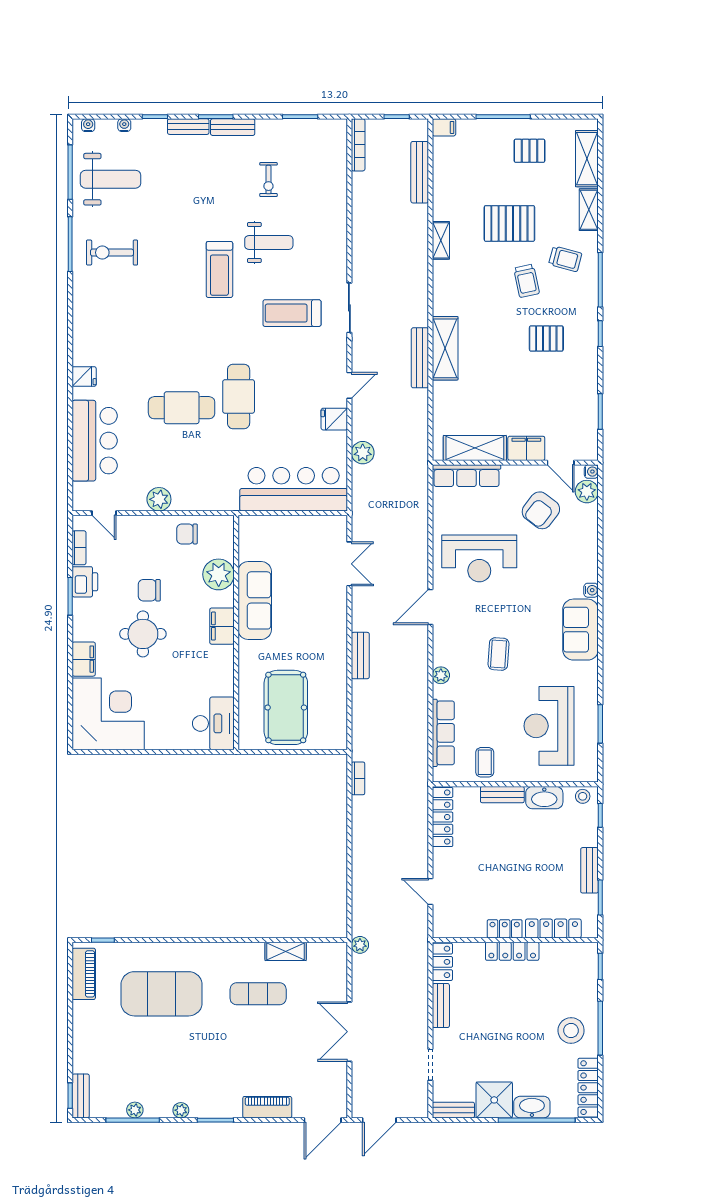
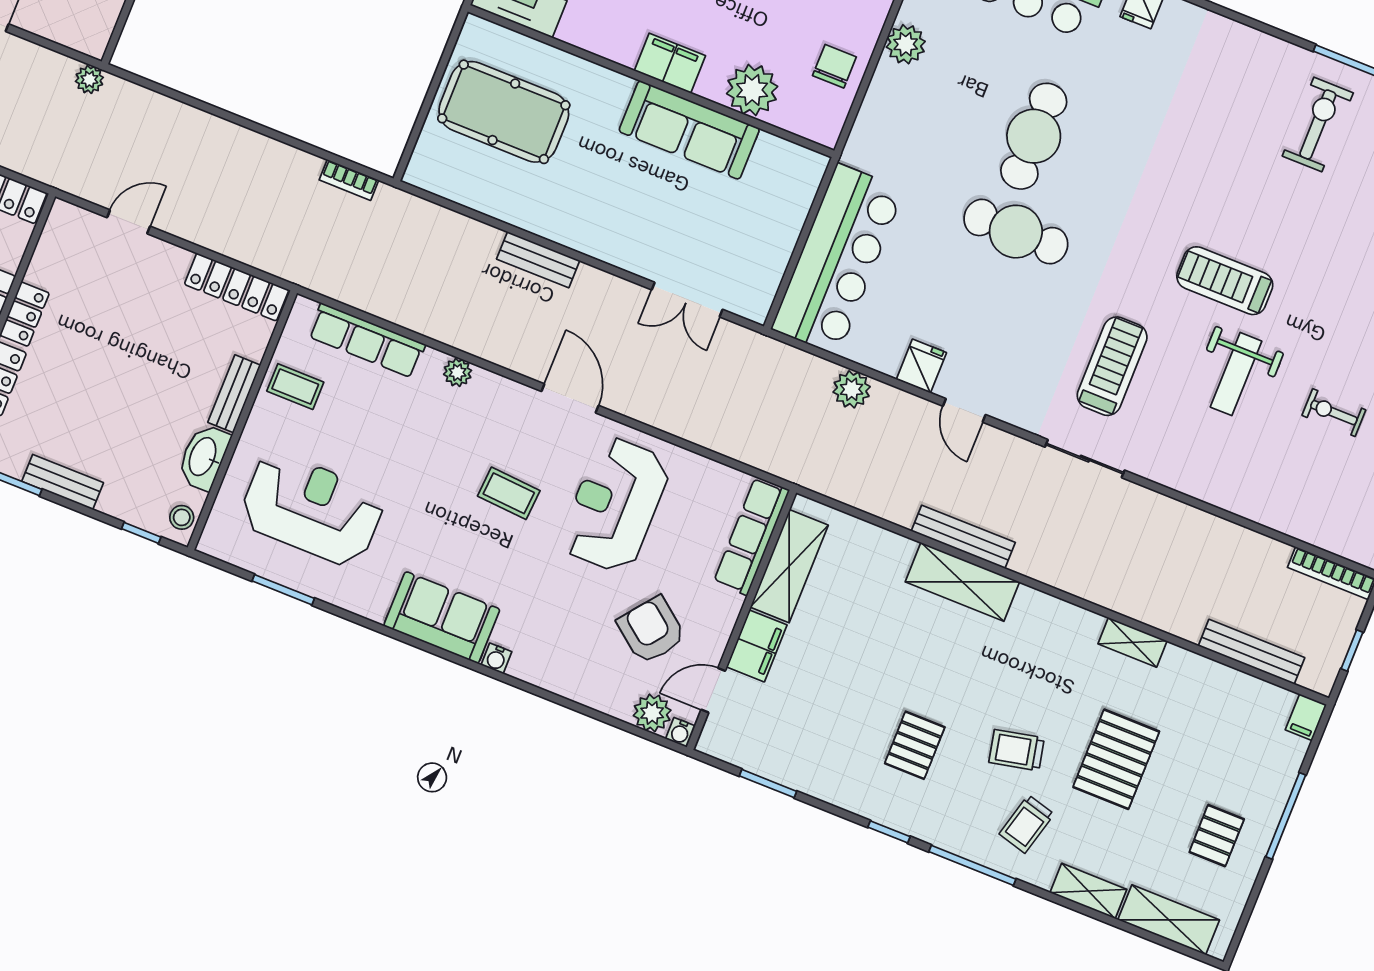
coffee table: (499, 654) -> (509, 493), moved

